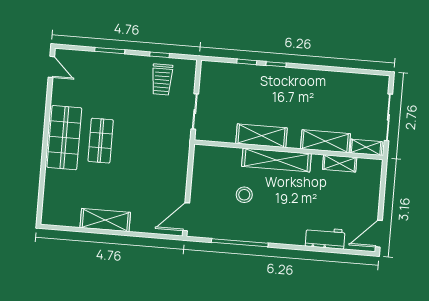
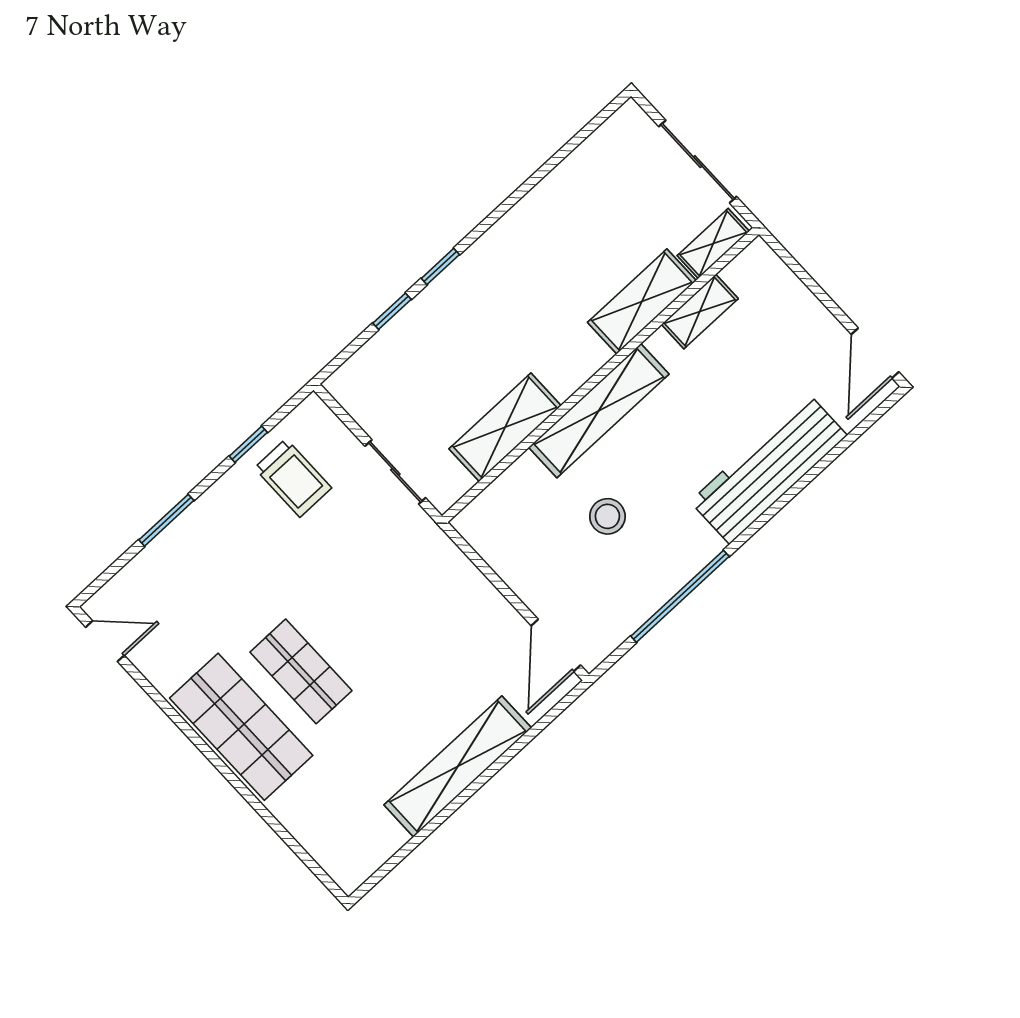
shelving: (261, 136) -> (505, 427), moved
shelving: (105, 220) -> (458, 766), width x1.47
workbench: (325, 238) -> (769, 469), width x1.87, depth x1.32

